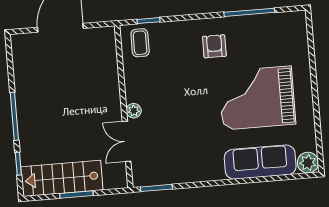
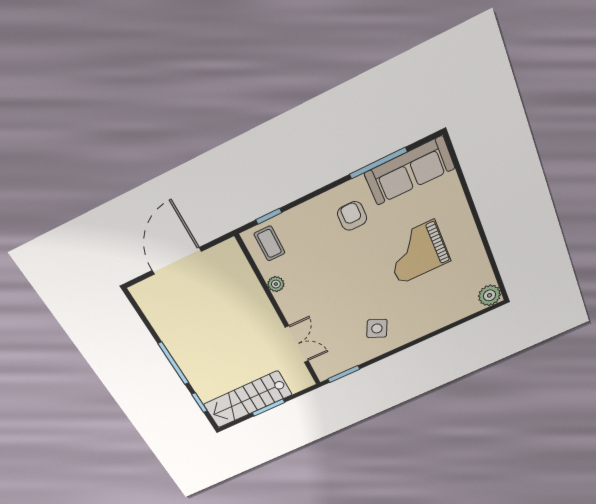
grand piano: (257, 98) -> (417, 252), width x0.73, depth x0.68
plant: (134, 111) -> (276, 284), moved
double door: (127, 141) -> (297, 344), swing flipped
side table: (201, 155) -> (377, 328), added
sofa: (260, 162) -> (410, 171), moved, turned 180

